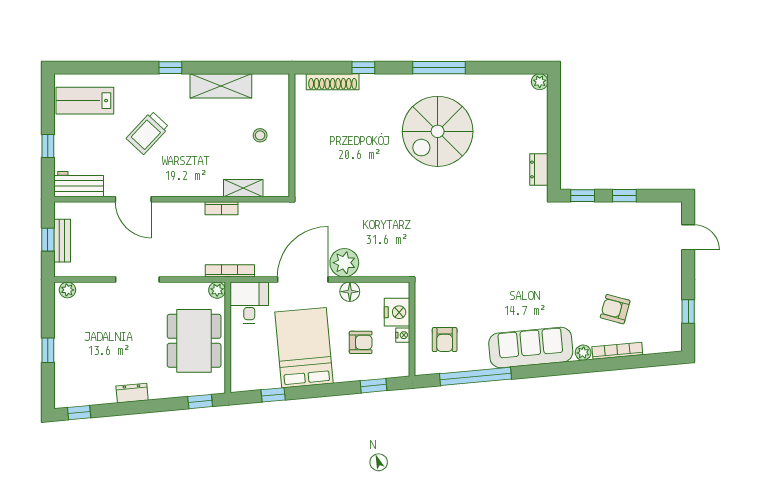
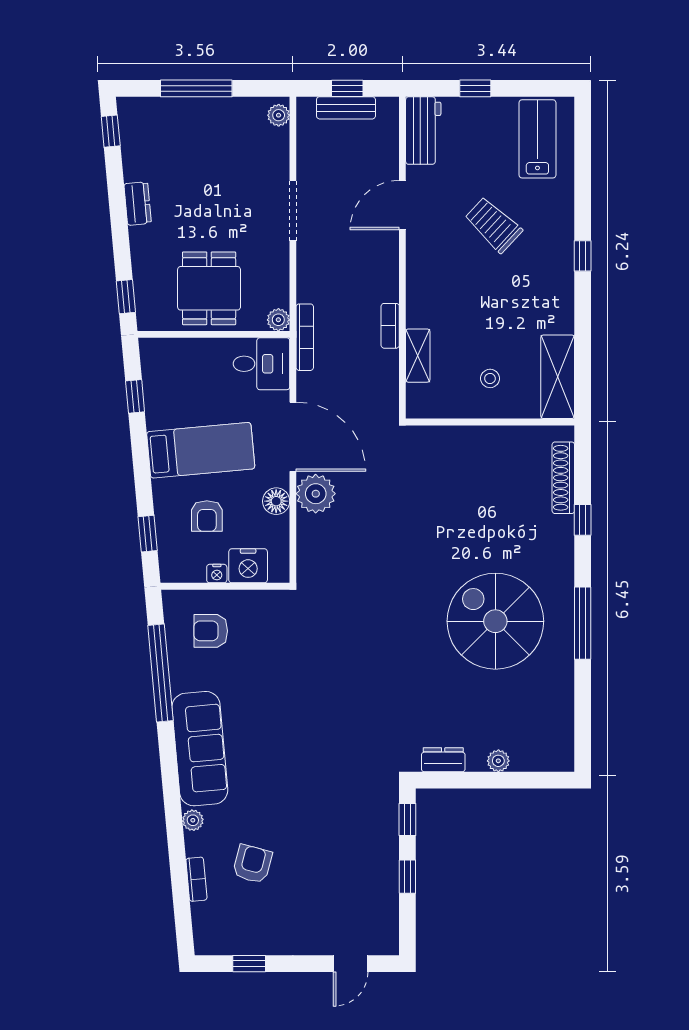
plant: (540, 82) -> (498, 761), moved
shelving: (221, 86) -> (558, 377), moved
dining table: (194, 341) -> (209, 288), width x0.73
bed: (304, 348) -> (201, 450), width x0.67
window: (48, 350) -> (196, 88), width x2.17
bookcase: (617, 351) -> (196, 879), width x0.64

